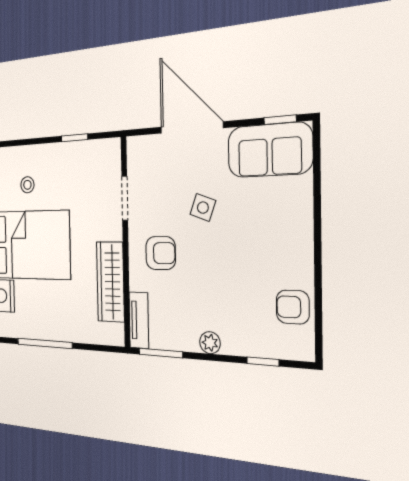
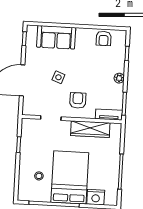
sofa: (270, 150) -> (56, 37), moved, turned 90

